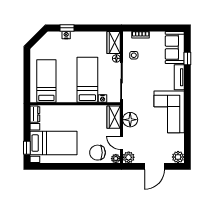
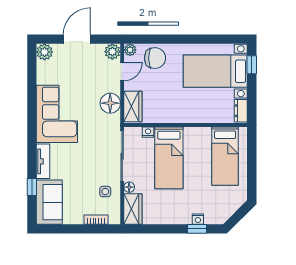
door: (121, 143) -> (122, 71), hinge flipped

